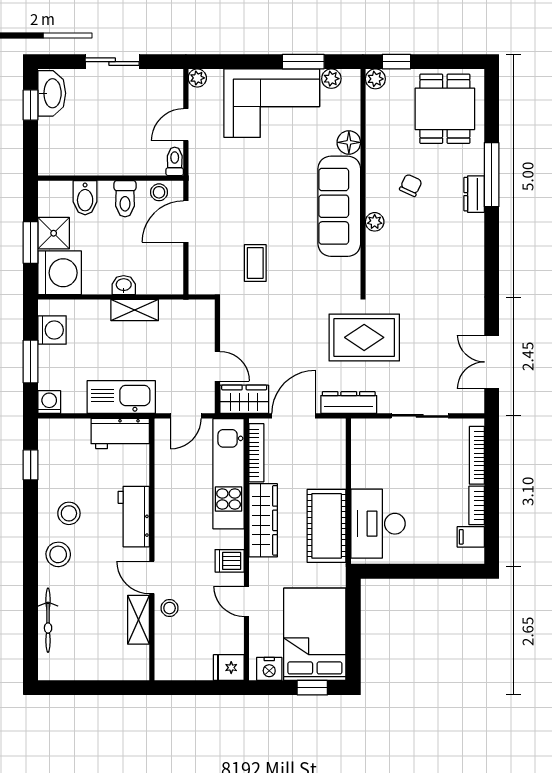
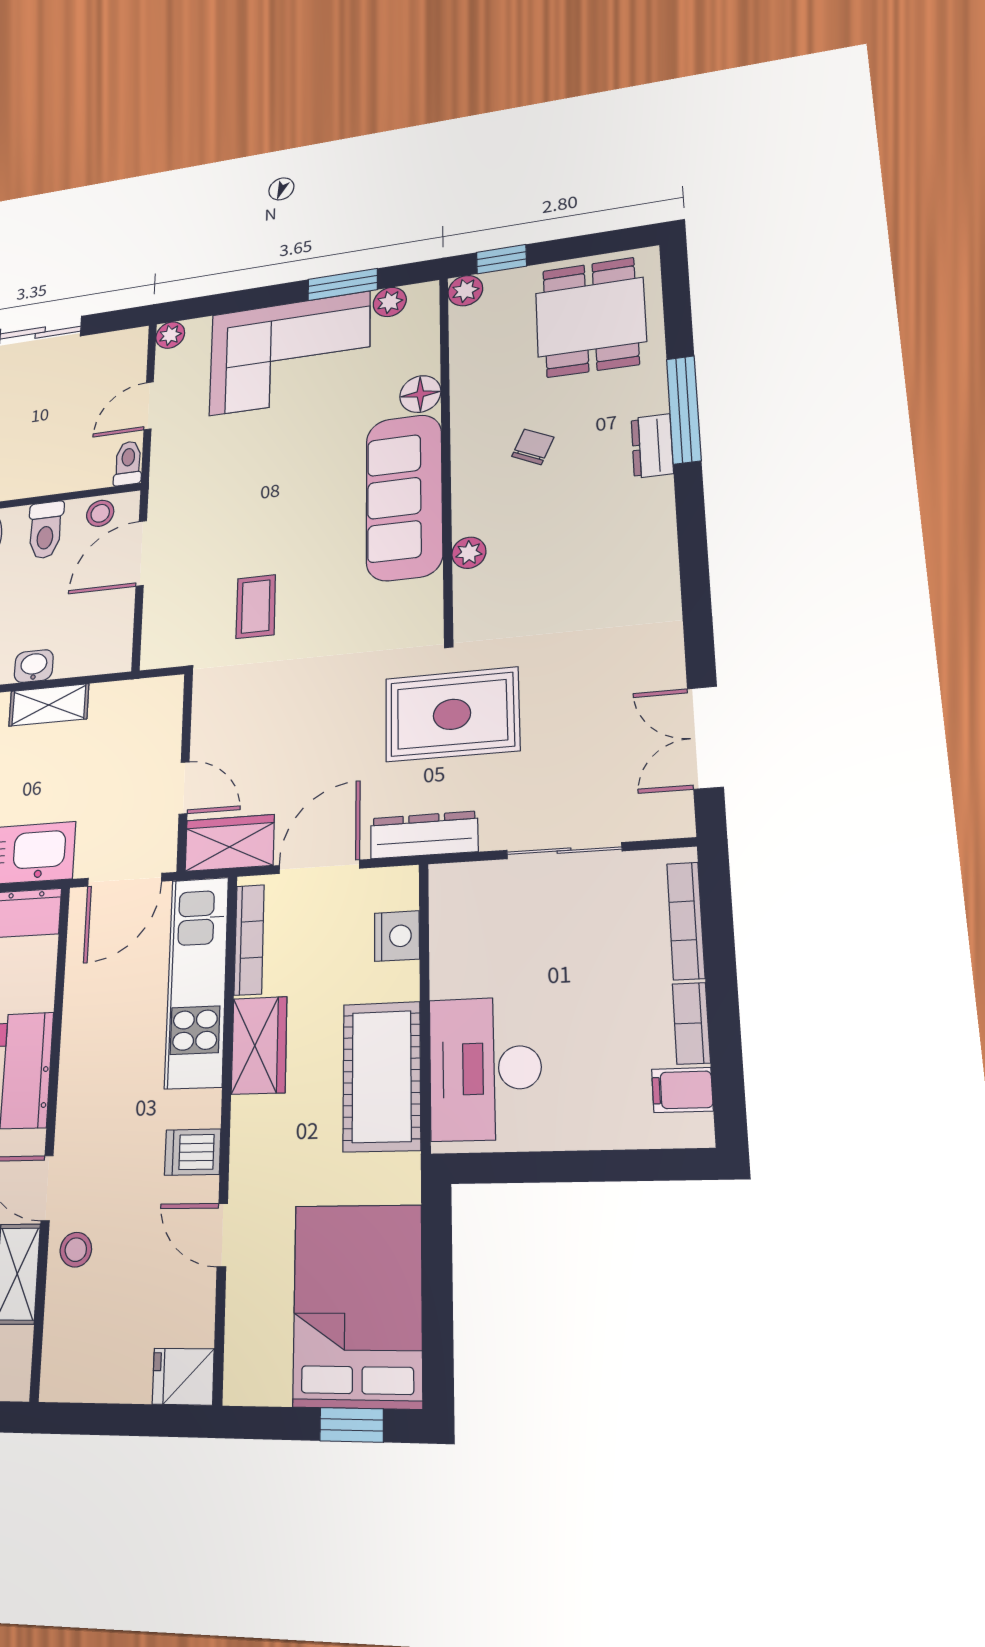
plant: (375, 222) -> (469, 553), moved
door: (186, 416) -> (125, 880), width x1.37
wardrobe: (263, 520) -> (259, 1045), width x0.67
nightstand: (269, 669) -> (397, 936), moved, turned -90

